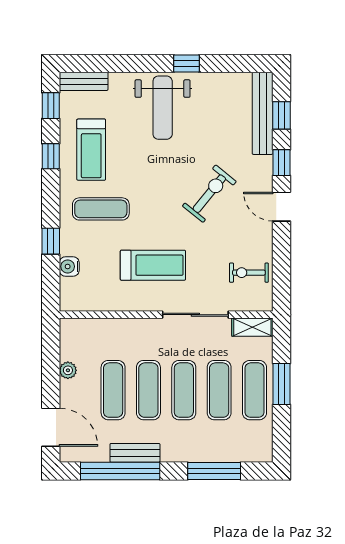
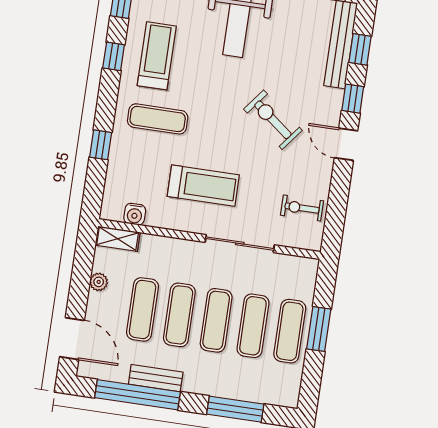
treadmill: (91, 150) -> (157, 56), turned 180
exercise bike: (209, 194) -> (273, 120), turned -91
water cooler: (69, 266) -> (135, 214), moved, turned -90
shelving: (252, 327) -> (118, 239), moved

